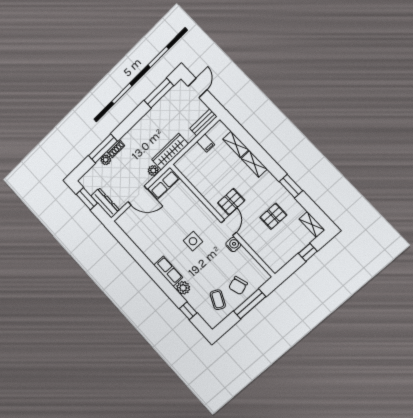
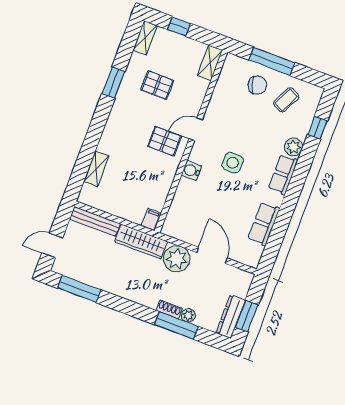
bench: (203, 122) -> (95, 221), width x1.36
filing cabinet: (206, 143) -> (151, 220), moved
shelving: (254, 164) -> (210, 63), moved
plant: (153, 171) -> (177, 259), width x1.87, depth x1.87
row of seats: (164, 183) -> (264, 224), moved, turned -90
dresser: (105, 203) -> (231, 317), moved
water cooler: (233, 244) -> (191, 171), moved

